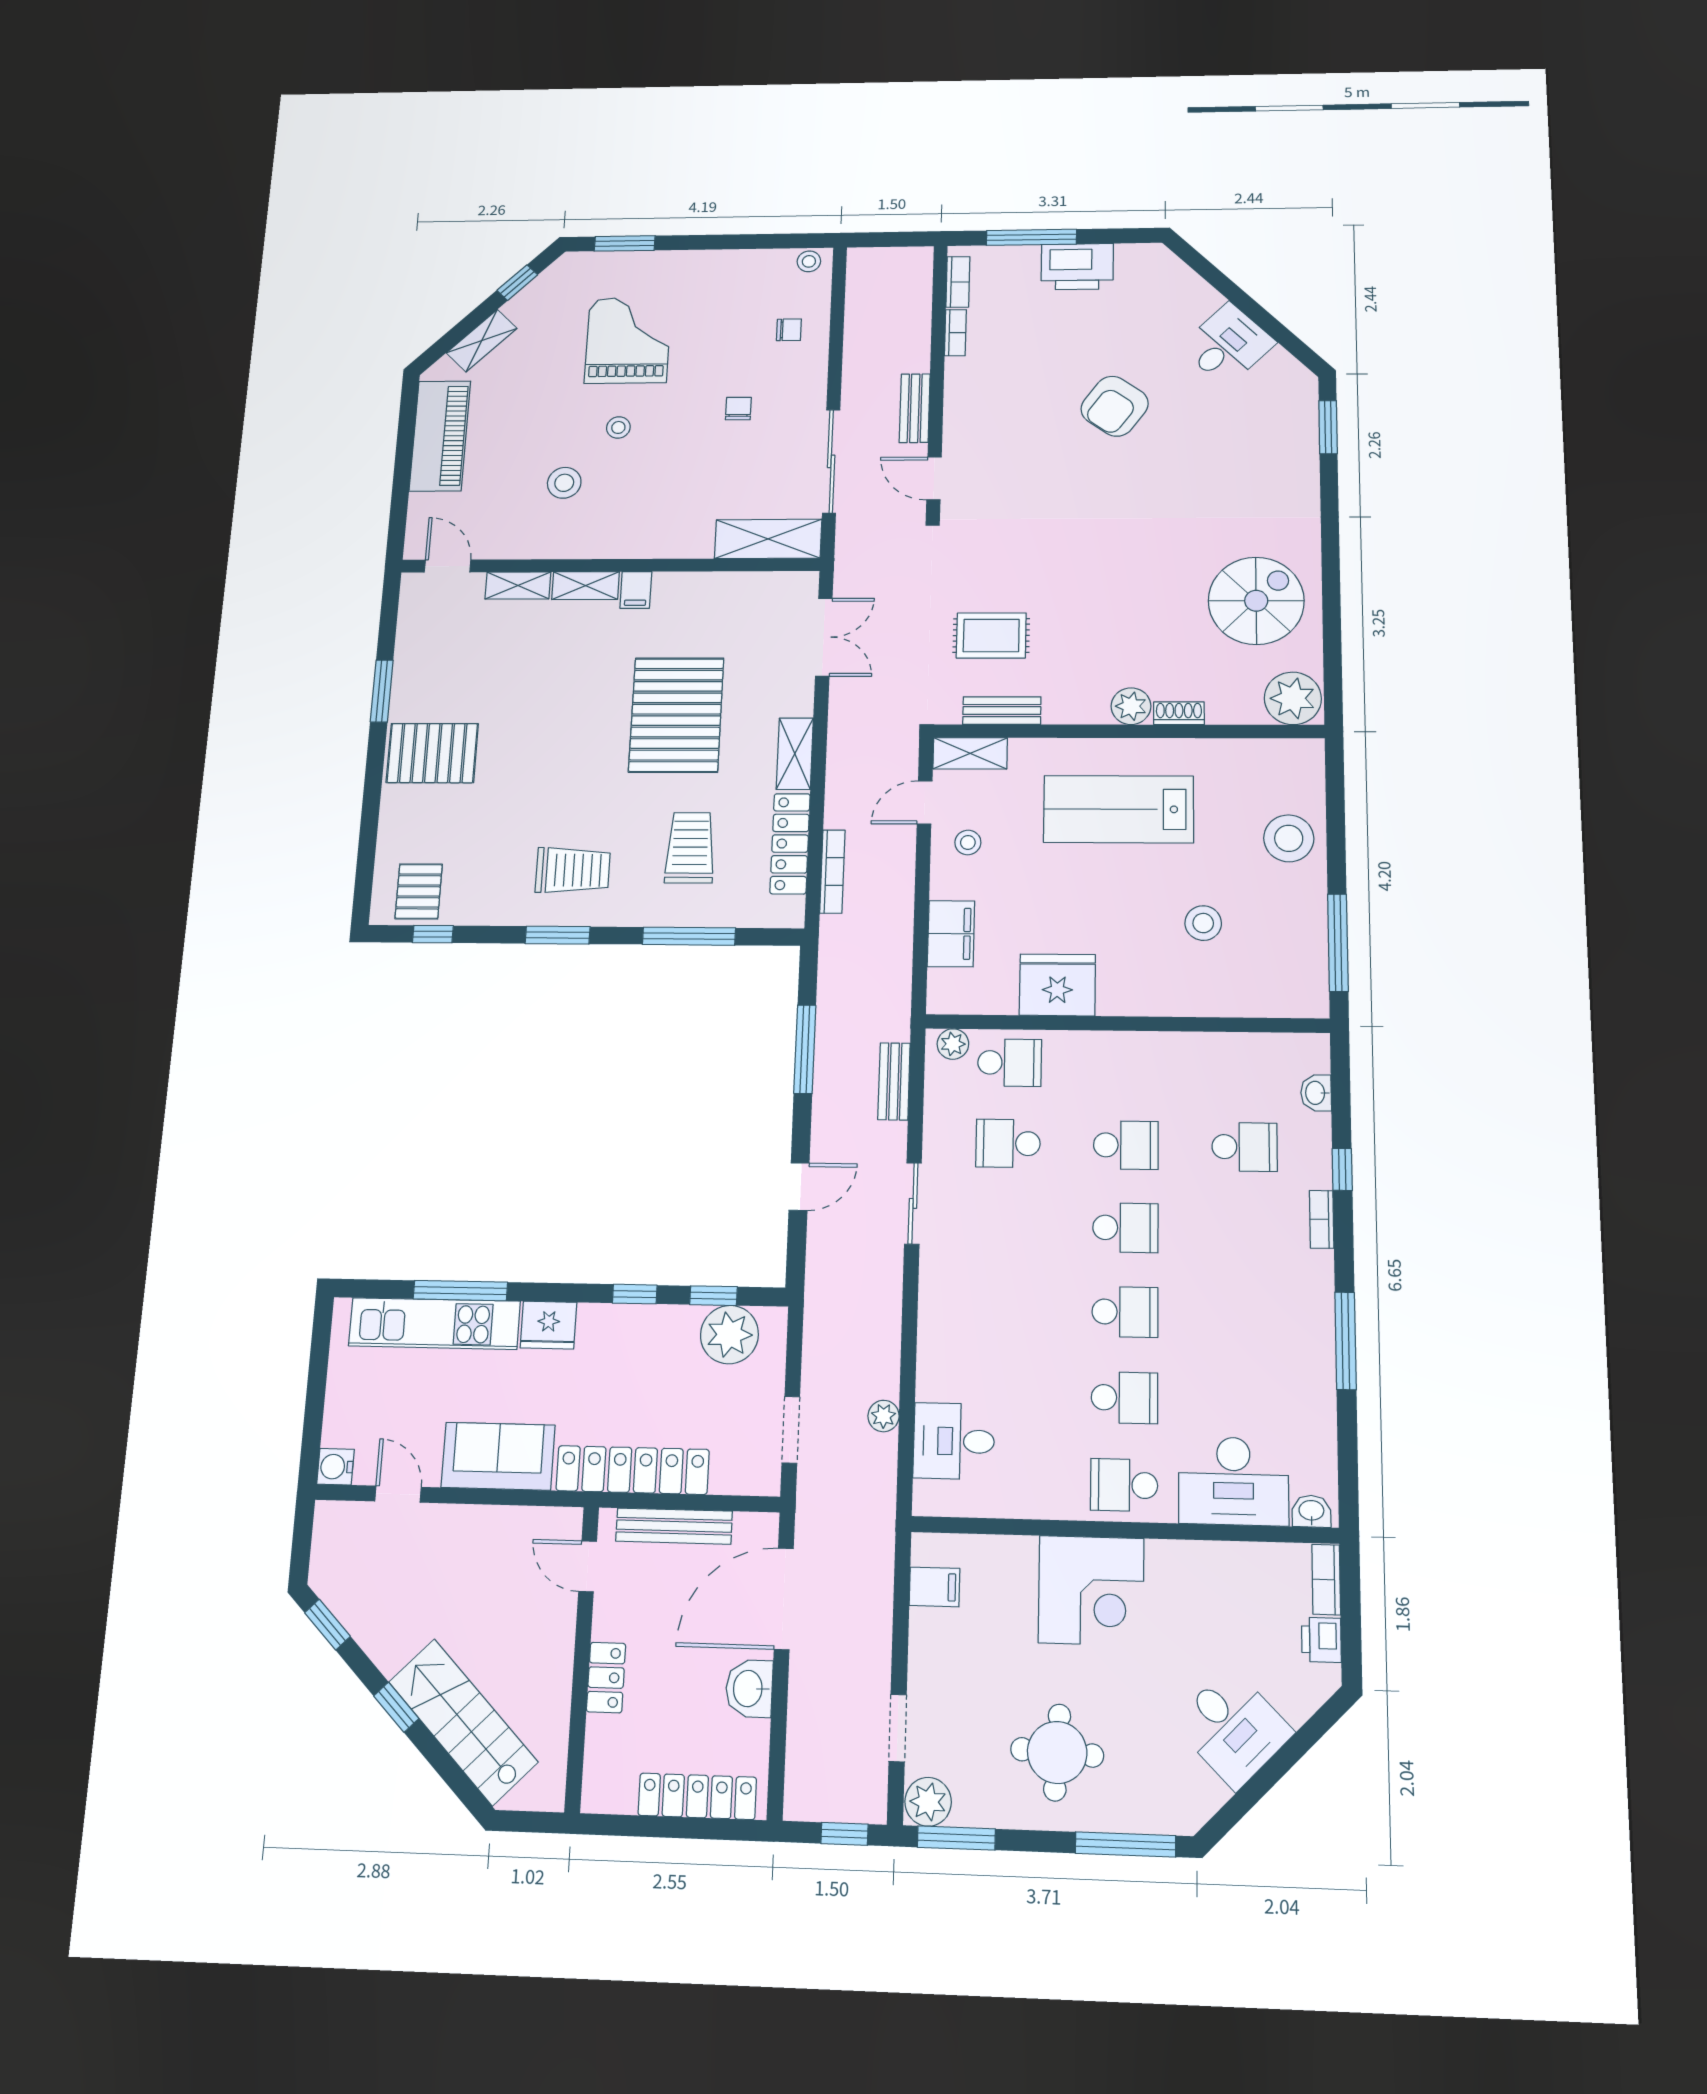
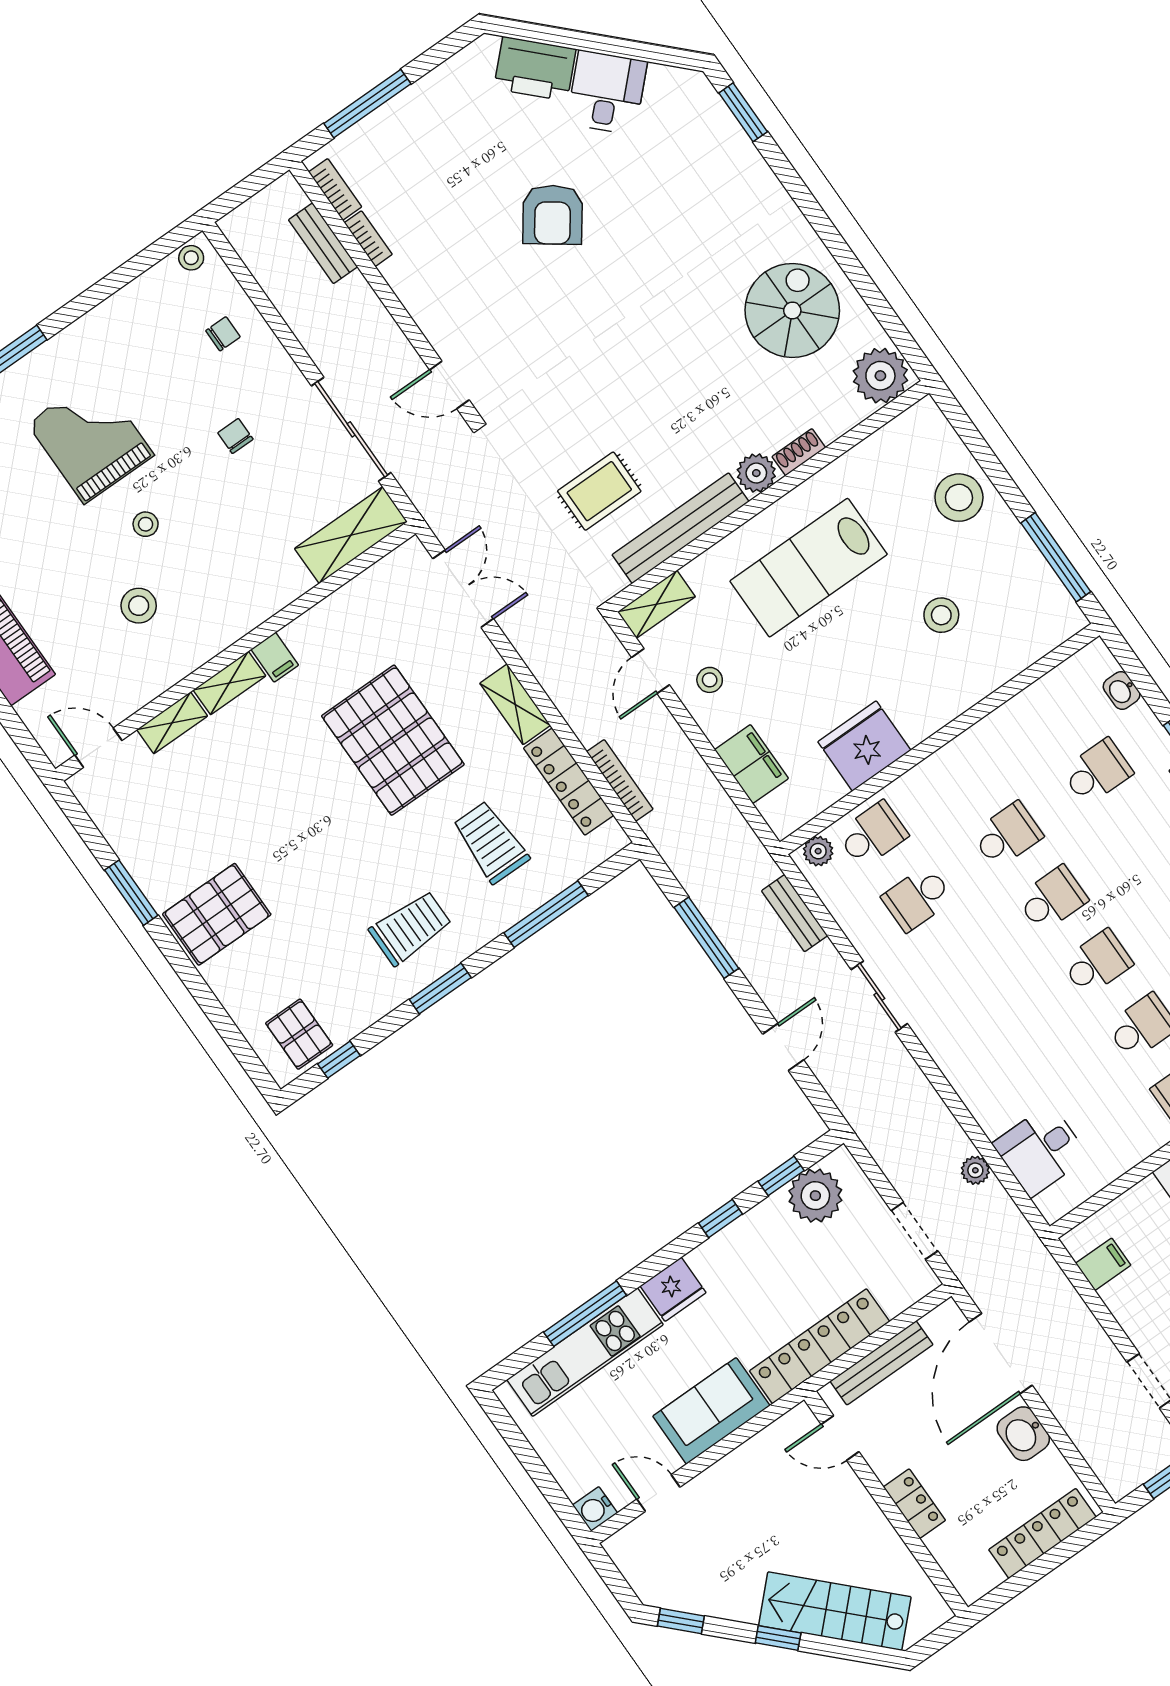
printer: (1077, 267) -> (535, 69), moved, turned 45
bench: (915, 408) -> (323, 243), moved
bench: (1002, 711) -> (681, 528), width x1.86, depth x1.21

